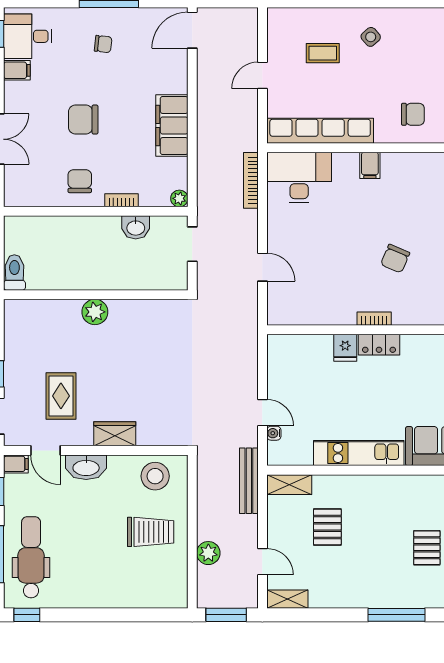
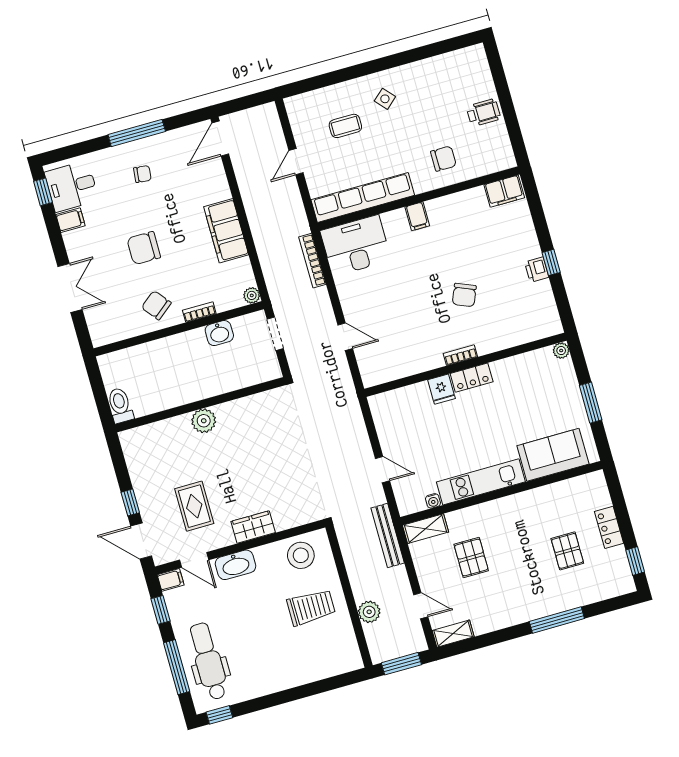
chair: (80, 181) -> (156, 305), turned -39
water cooler: (274, 433) -> (433, 501), moved, turned -90

